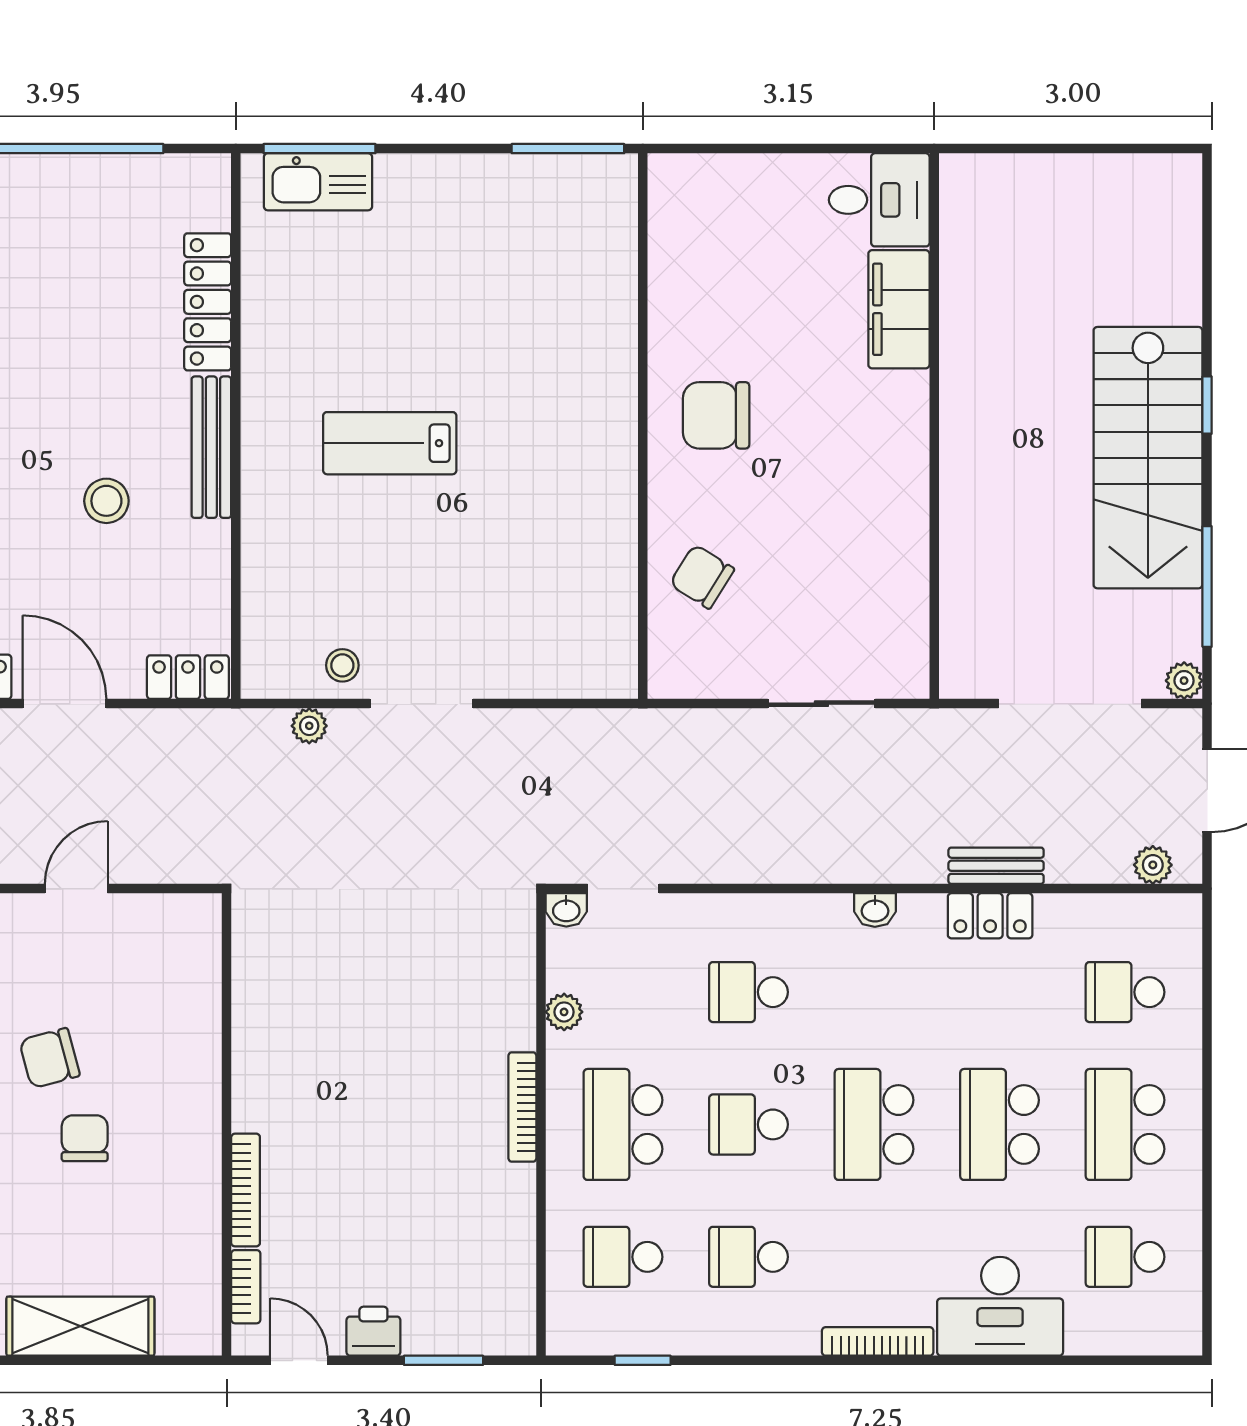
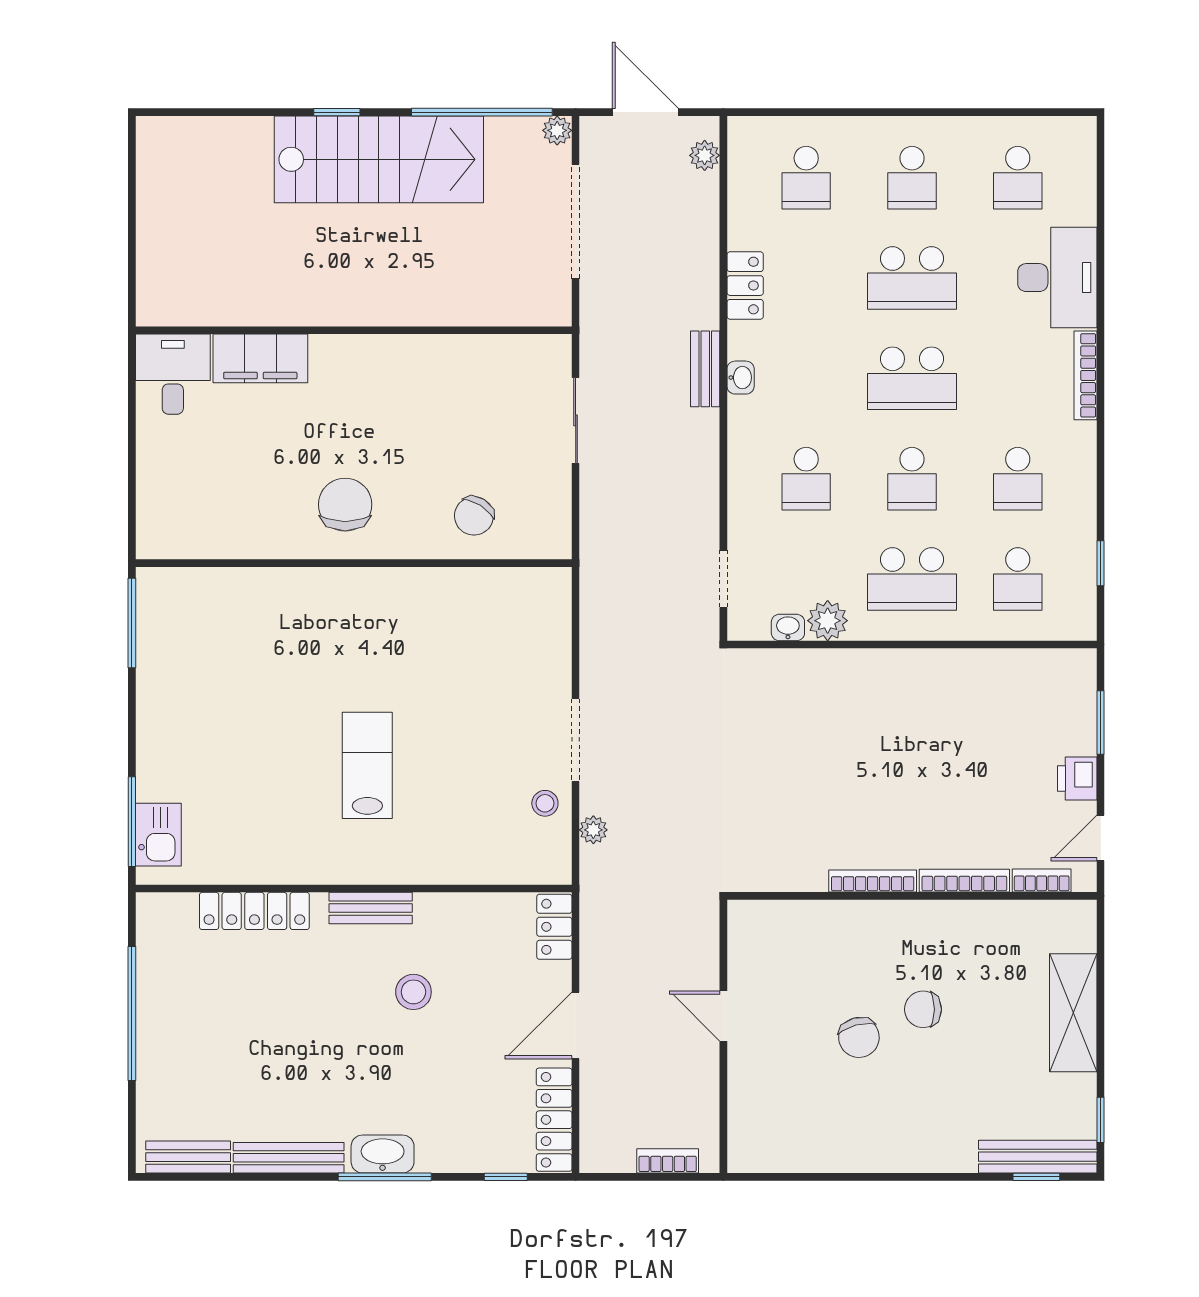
kitchen sink: (318, 182) -> (158, 835), width x0.73
chair: (716, 415) -> (345, 505), turned 180
lab bench: (390, 443) -> (367, 765), turned 180
bench: (211, 447) -> (371, 908), width x0.73
window: (1207, 587) -> (482, 112), width x1.46
bench: (996, 866) -> (705, 369), moved
washbasin: (566, 910) -> (788, 627), moved, turned -90
plant: (564, 1012) -> (828, 621), width x1.38, depth x1.38
bookcase: (522, 1107) -> (873, 881), moved, turned 180
school desk: (1125, 1124) -> (912, 178), width x0.54

